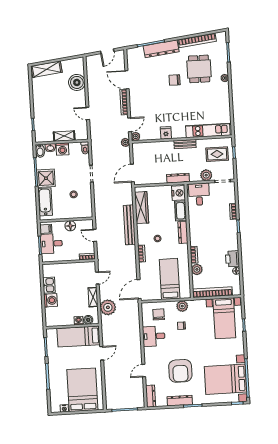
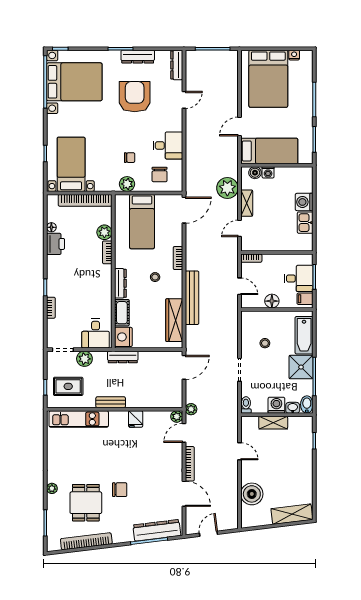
dresser: (161, 49) -> (157, 530), moved

